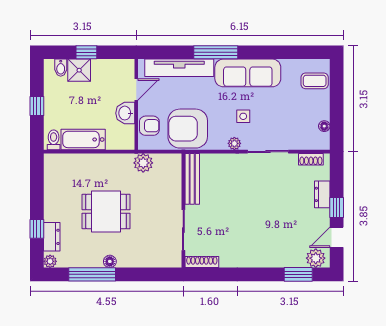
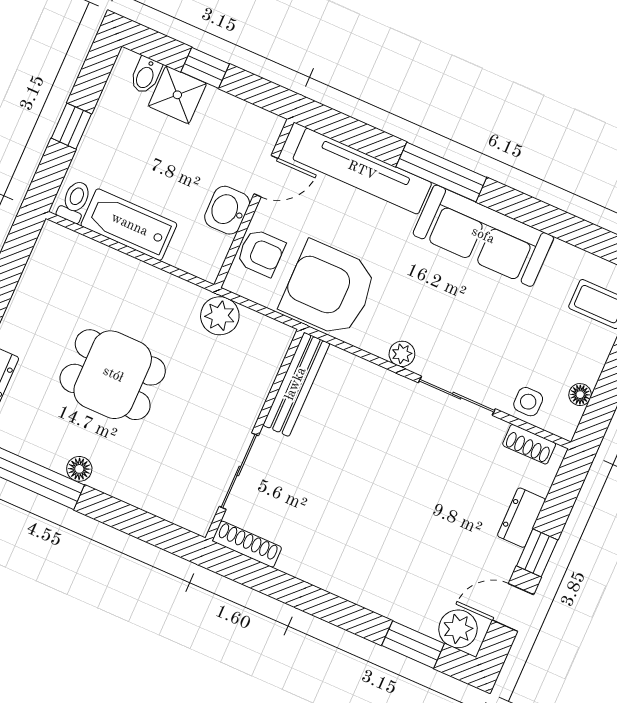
side table: (243, 116) -> (528, 402), moved

